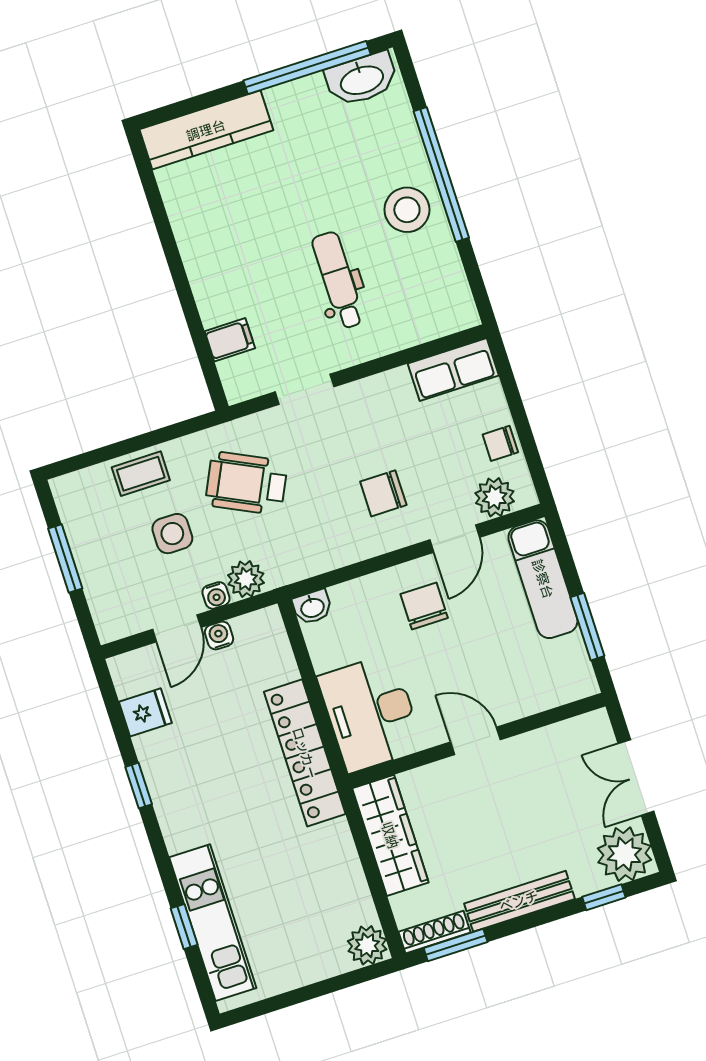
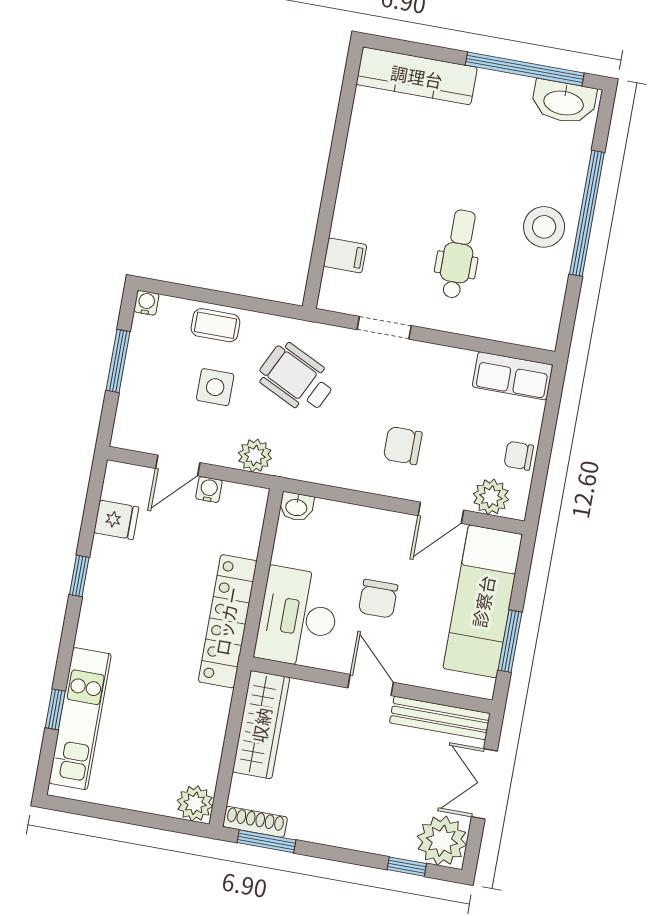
exam couch: (543, 579) -> (483, 601), width x1.36, depth x1.45
water cooler: (216, 595) -> (146, 303), moved, turned 180
chair: (424, 606) -> (378, 599), moved, turned 180
bench: (519, 901) -> (440, 718), moved

